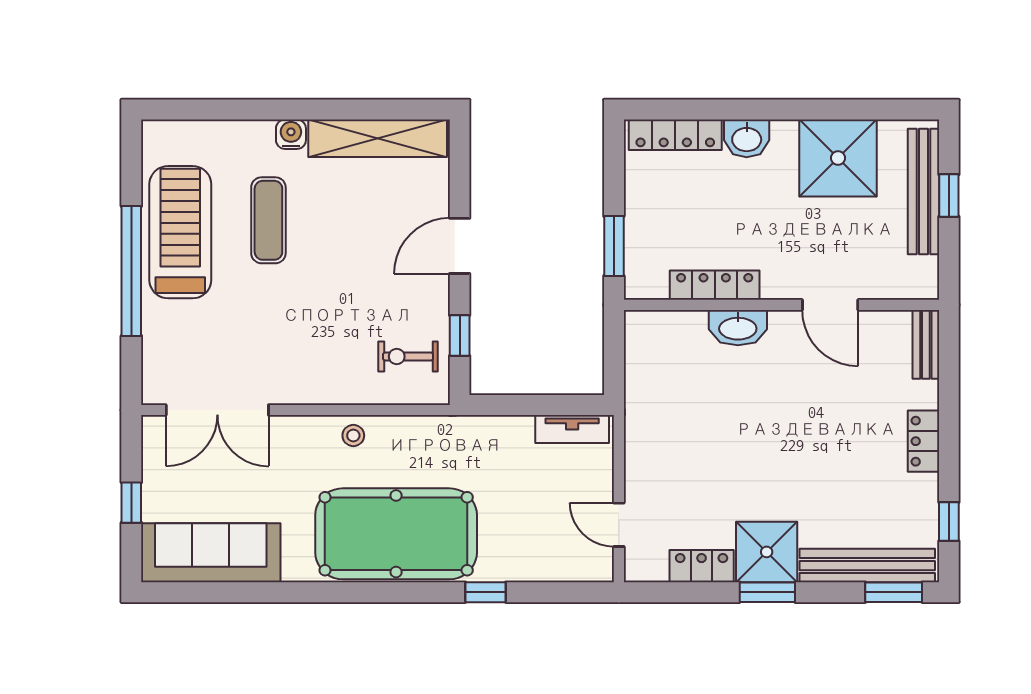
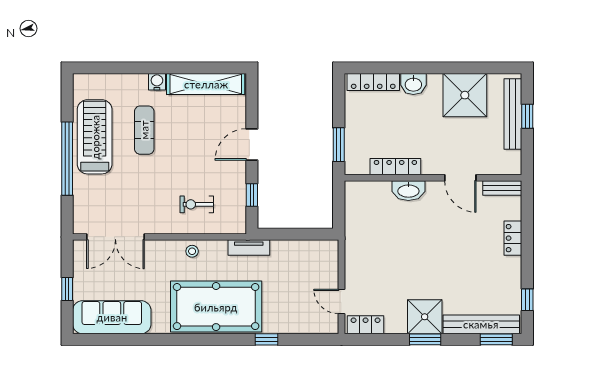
bench: (926, 344) -> (502, 188), moved, turned 90
exercise bike: (408, 356) -> (197, 204), moved
tv unit: (572, 429) -> (249, 248), moved
locker: (923, 441) -> (513, 238), moved
locker: (702, 566) -> (366, 325), moved

